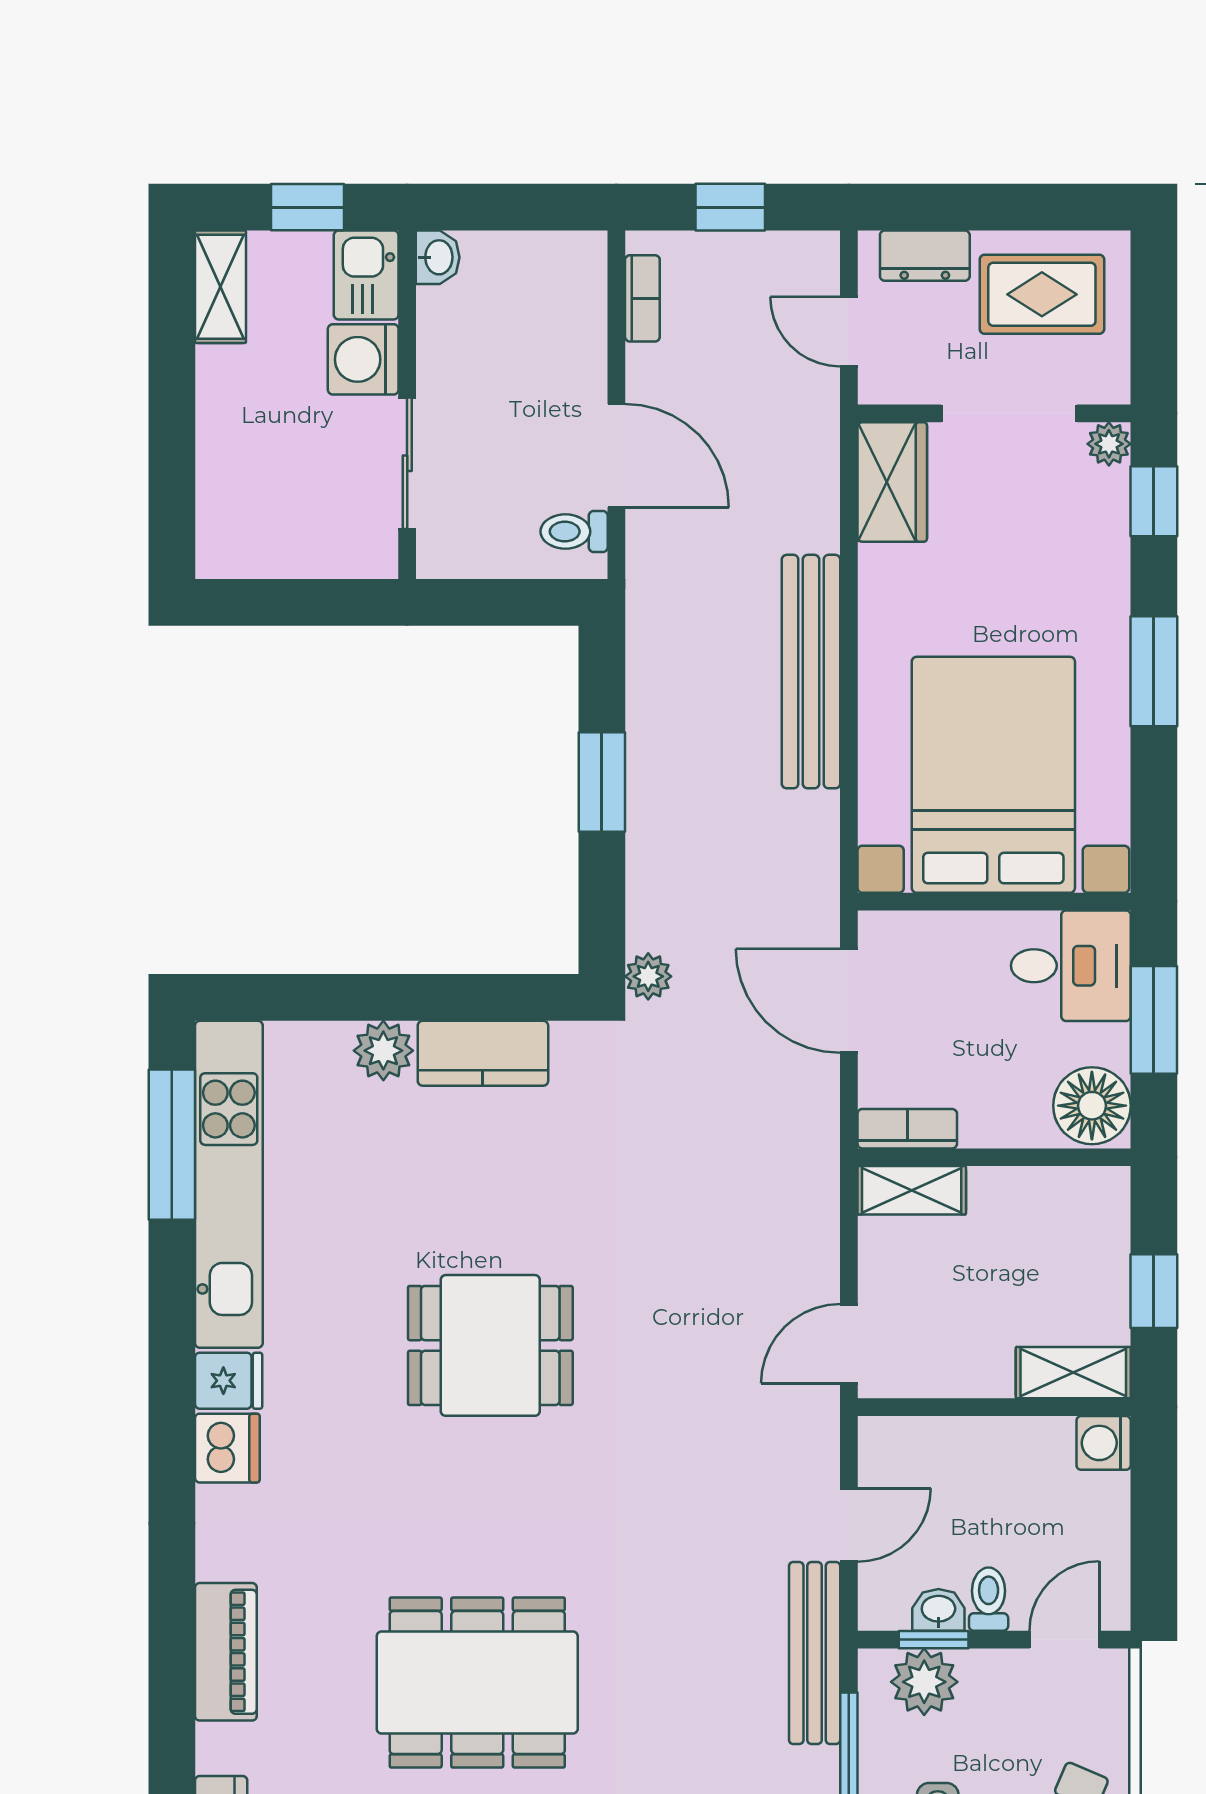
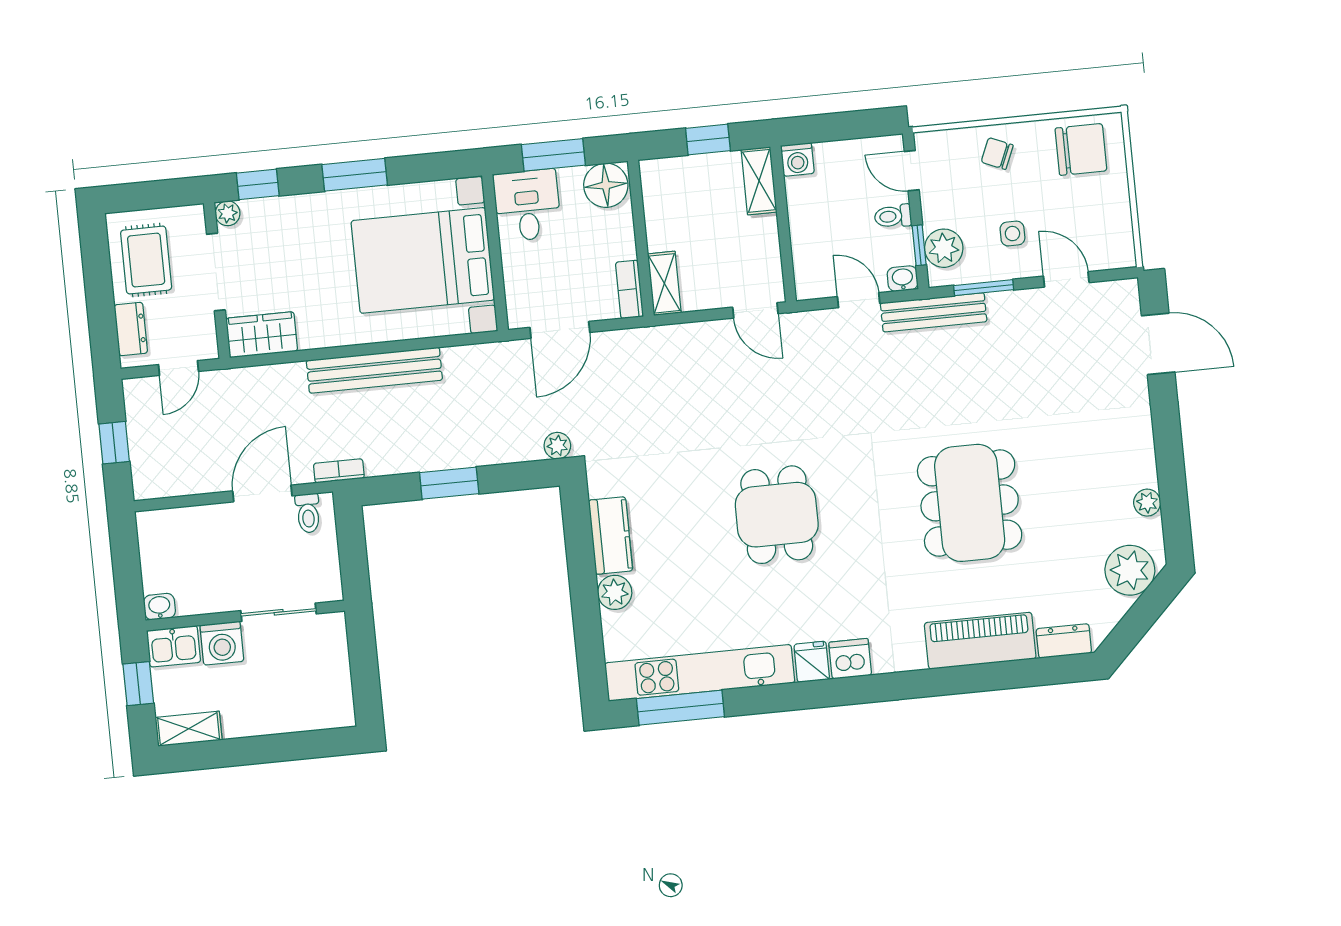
bookcase: (642, 298) -> (339, 471), moved
washbasin: (938, 1610) -> (903, 279), moved, turned 90
piano: (226, 1652) -> (980, 641), width x1.37, depth x1.33

